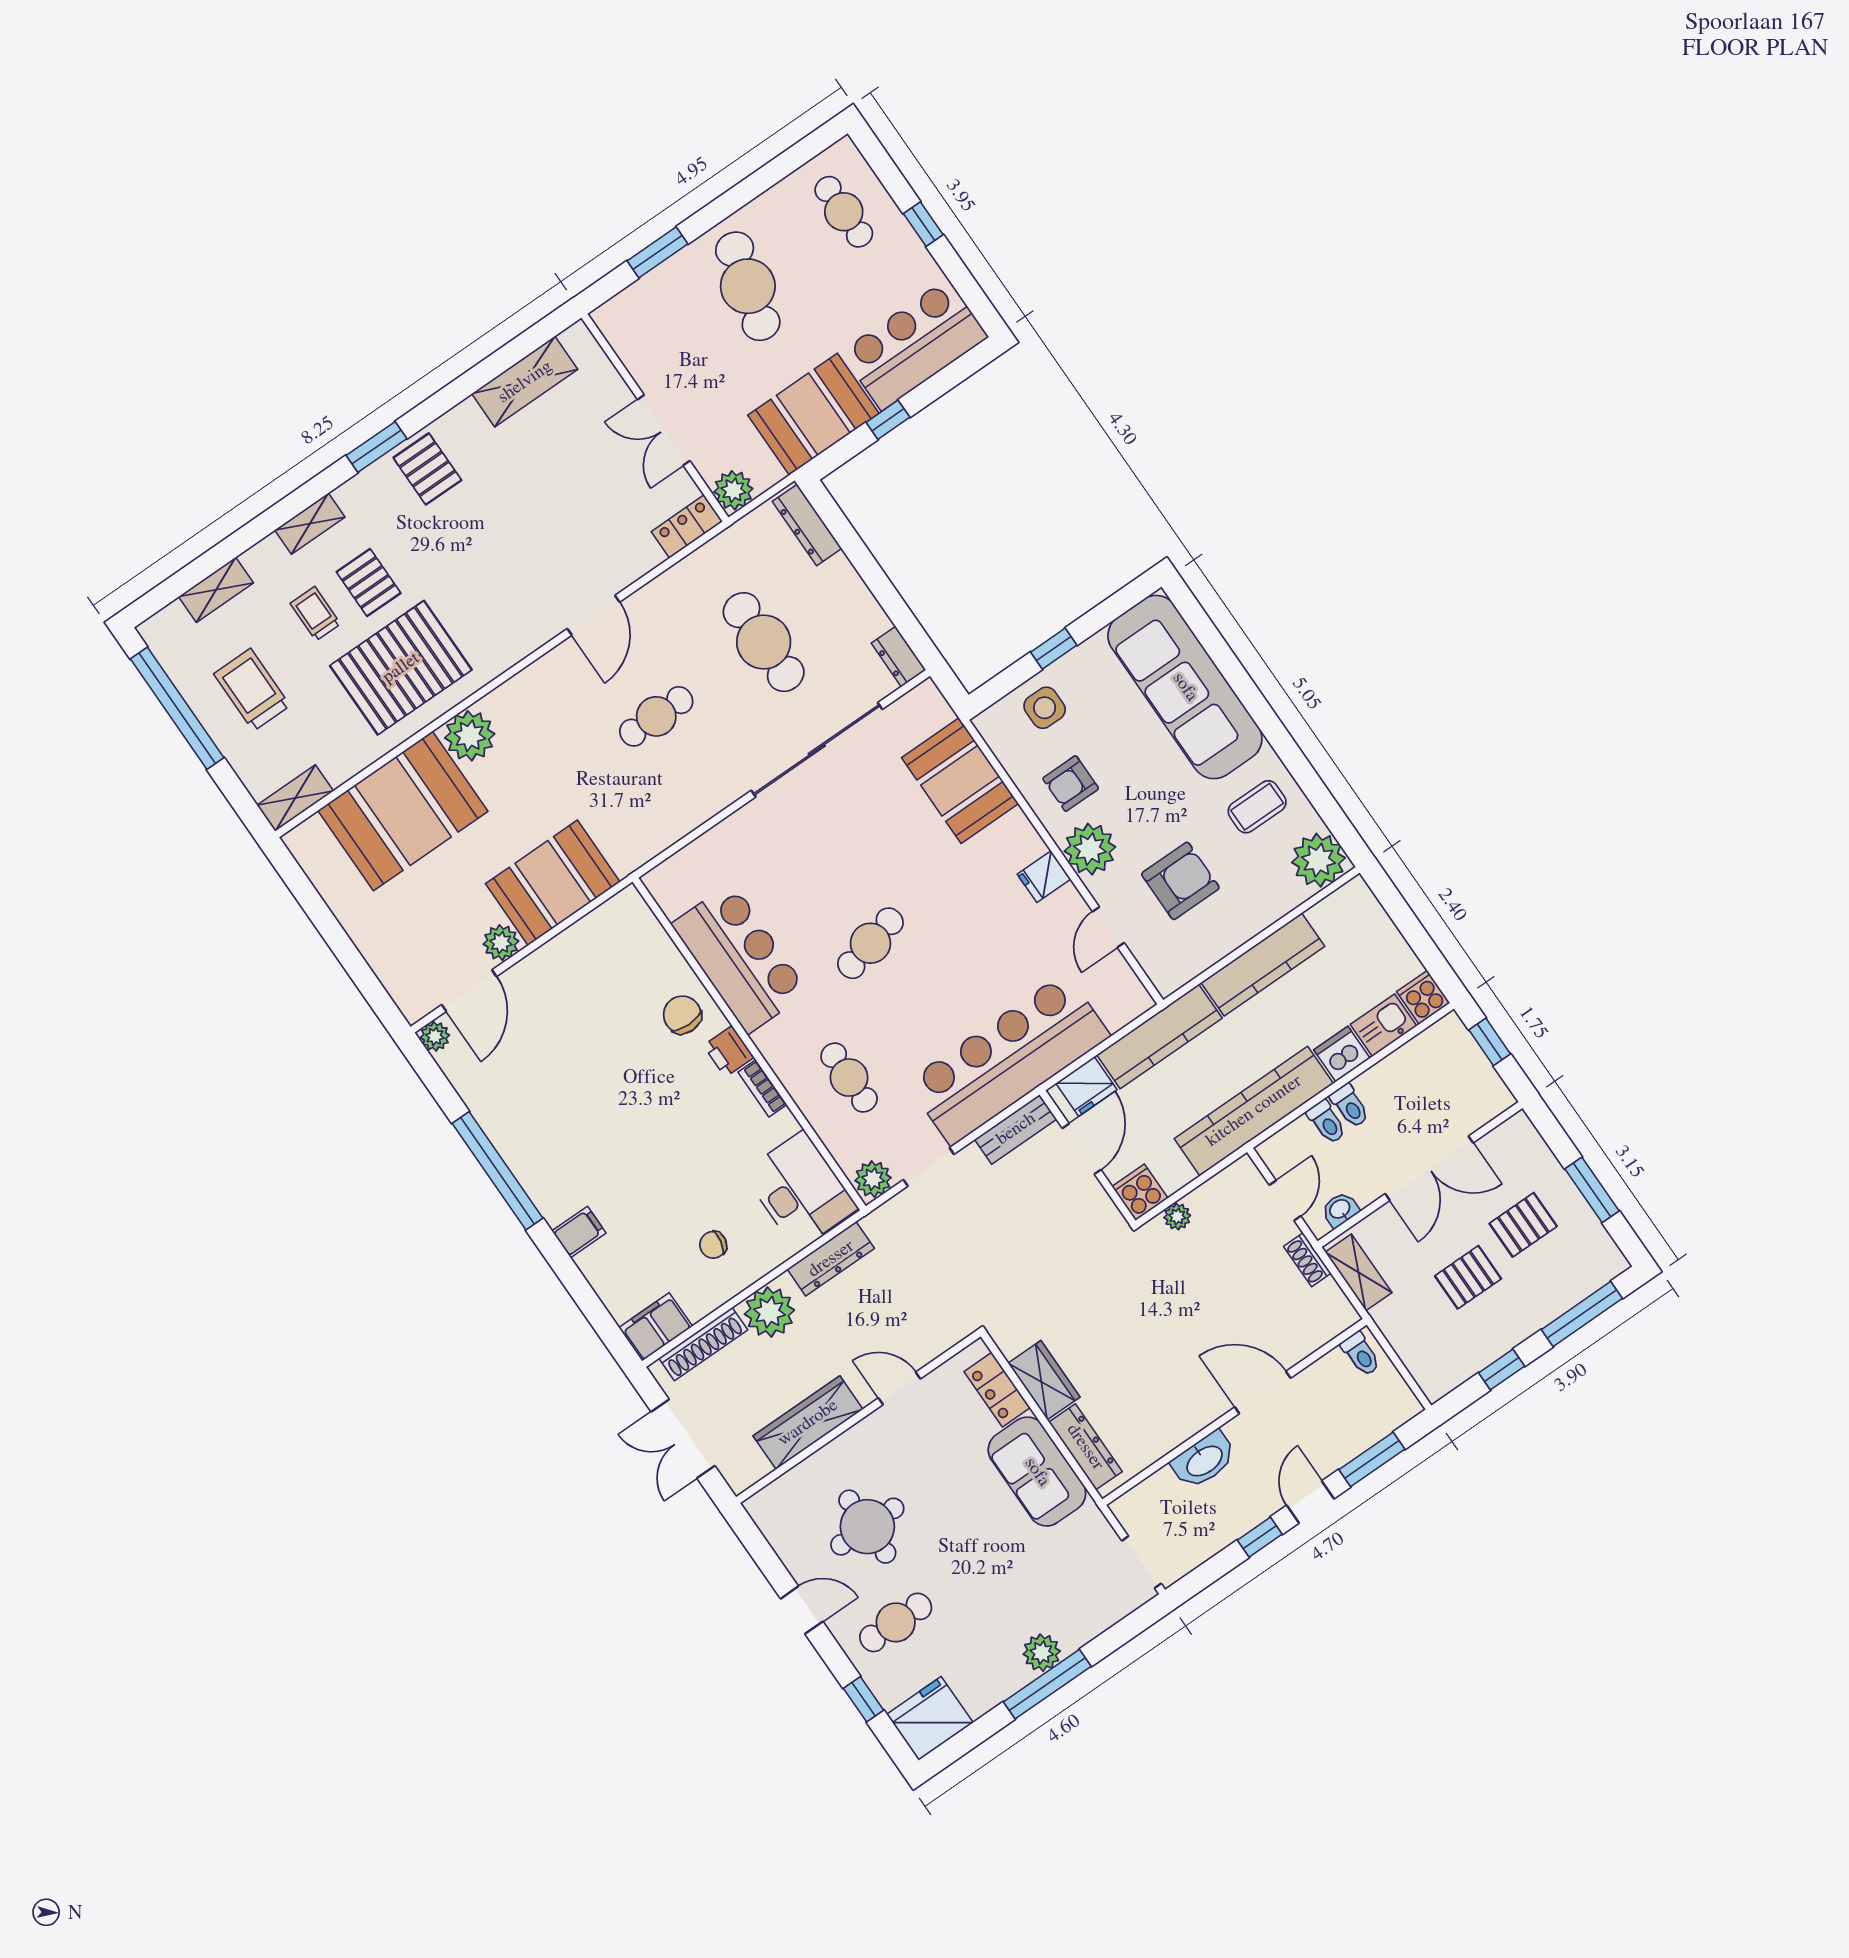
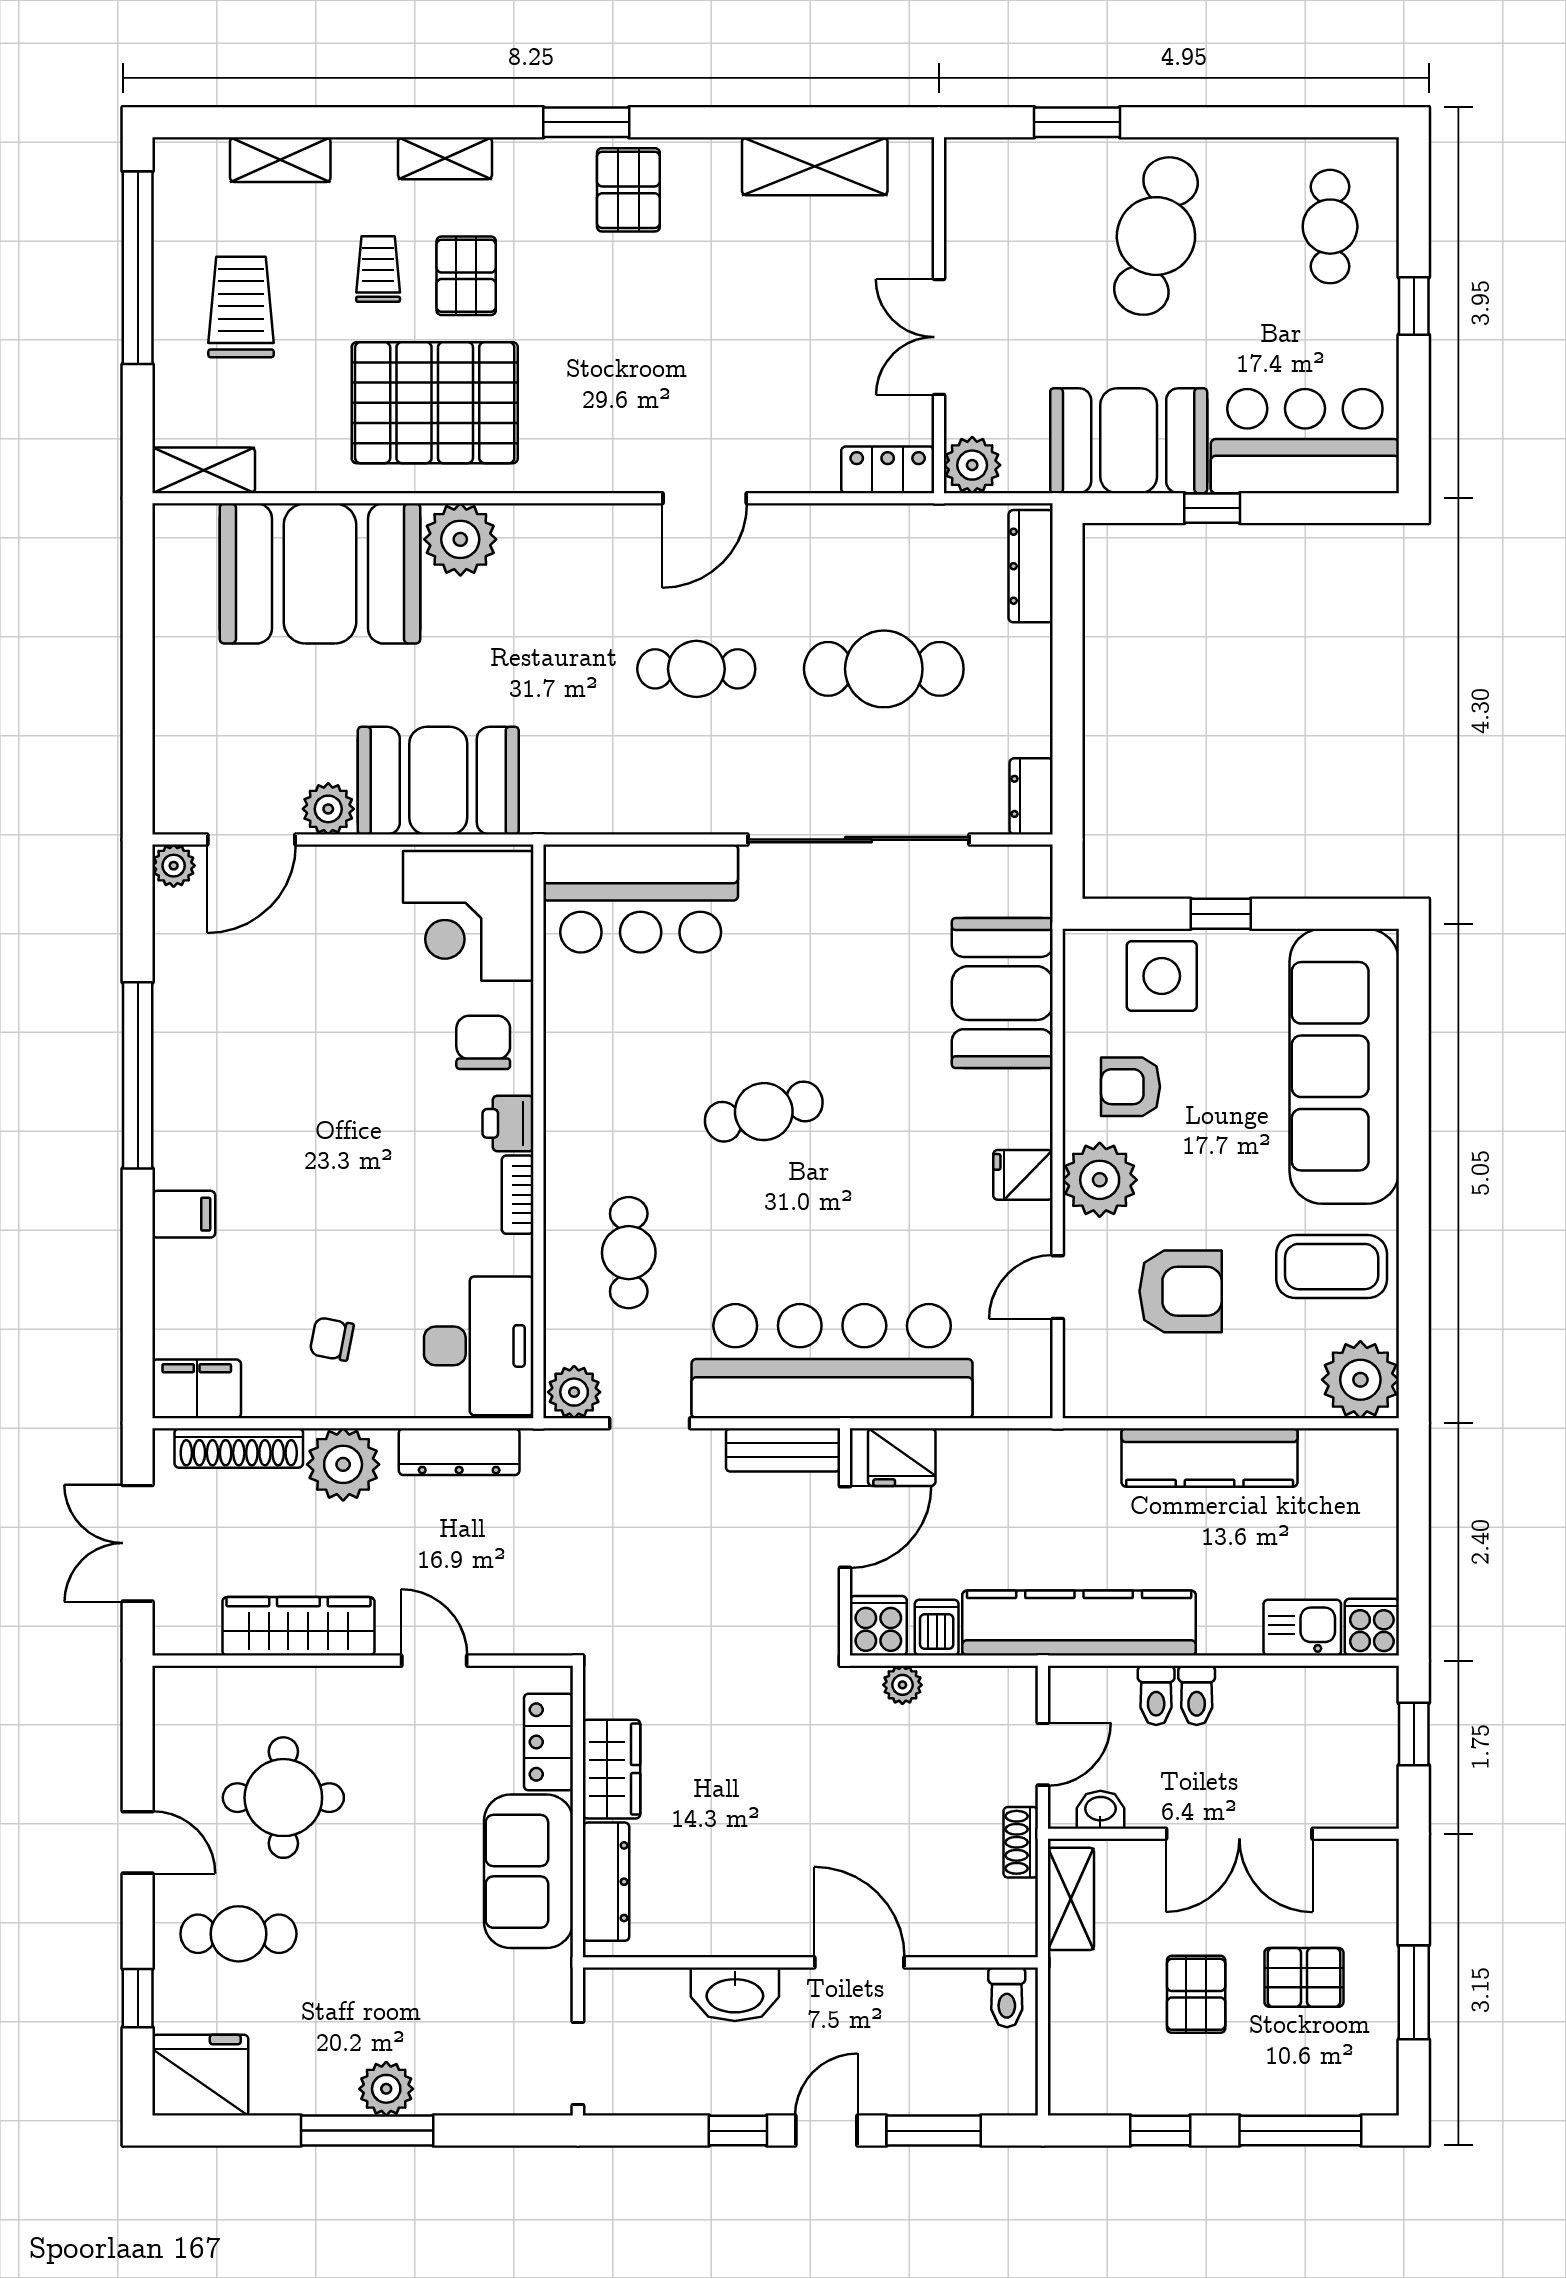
cafe table: (764, 642) -> (884, 669), turned 90
side table: (1045, 708) -> (1162, 976), width x1.37, depth x1.37
coffee table: (1257, 807) -> (1332, 1267), width x1.36, depth x1.30
corner desk: (624, 948) -> (468, 916), added
bar counter: (740, 958) -> (641, 899), moved, turned 90
kitchen counter: (1159, 1037) -> (1029, 1458), removed
dishwasher: (1342, 1054) -> (937, 1628), moved, width x0.73
pallet: (1468, 1277) -> (1196, 1994), turned 90

